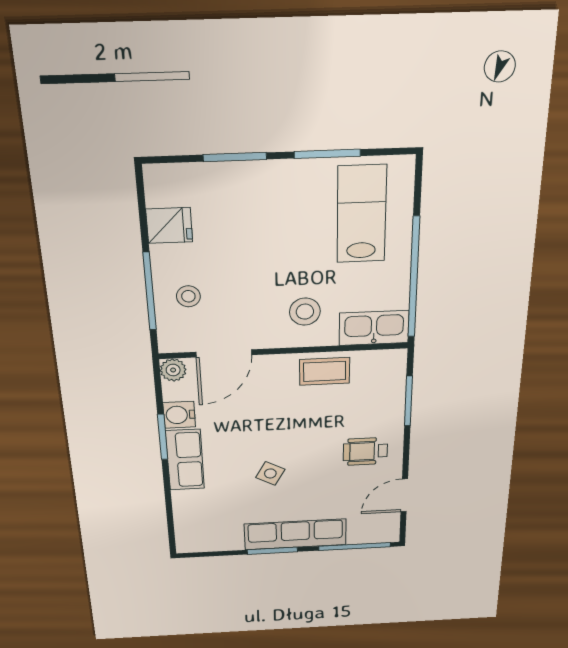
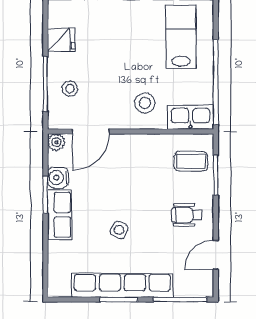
coffee table: (325, 371) -> (191, 161), moved
row of seats: (295, 534) -> (122, 285), width x1.36

